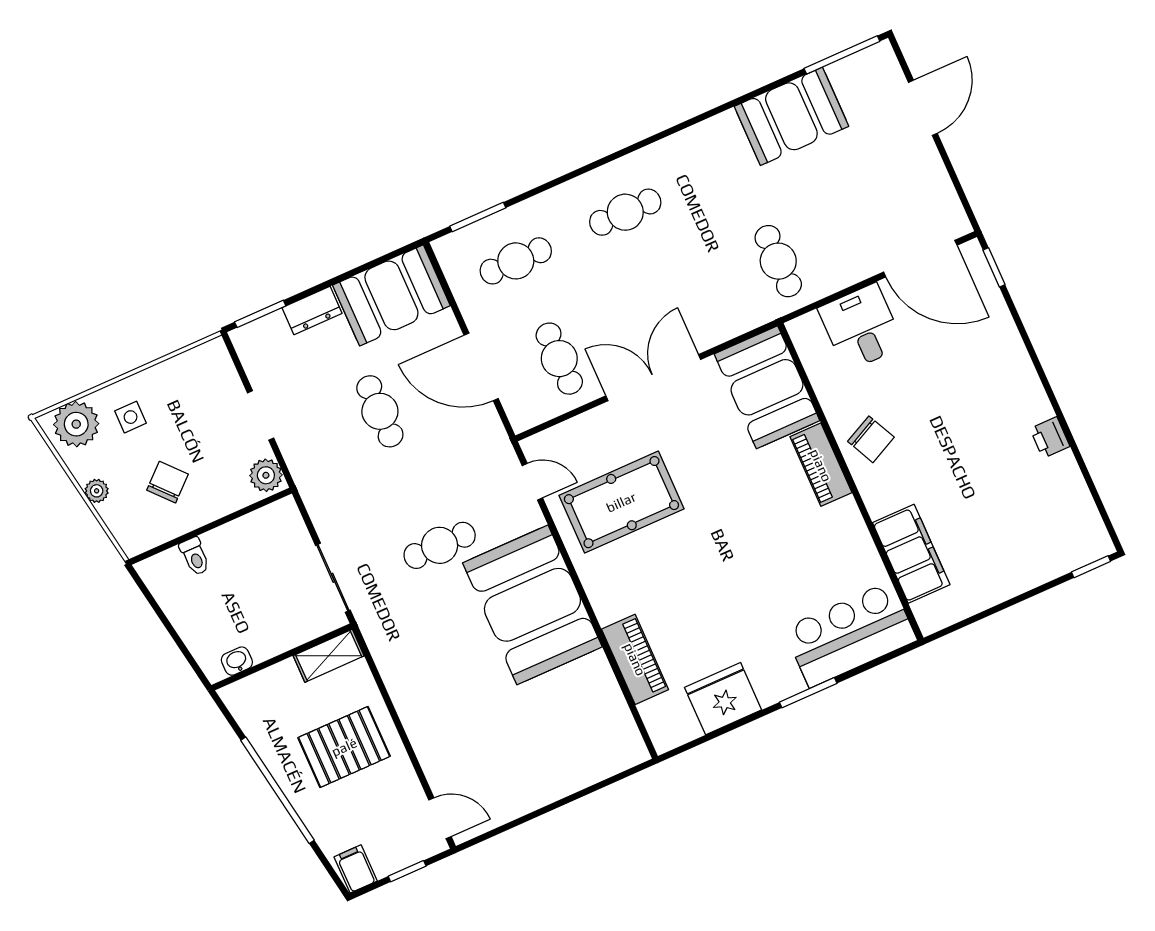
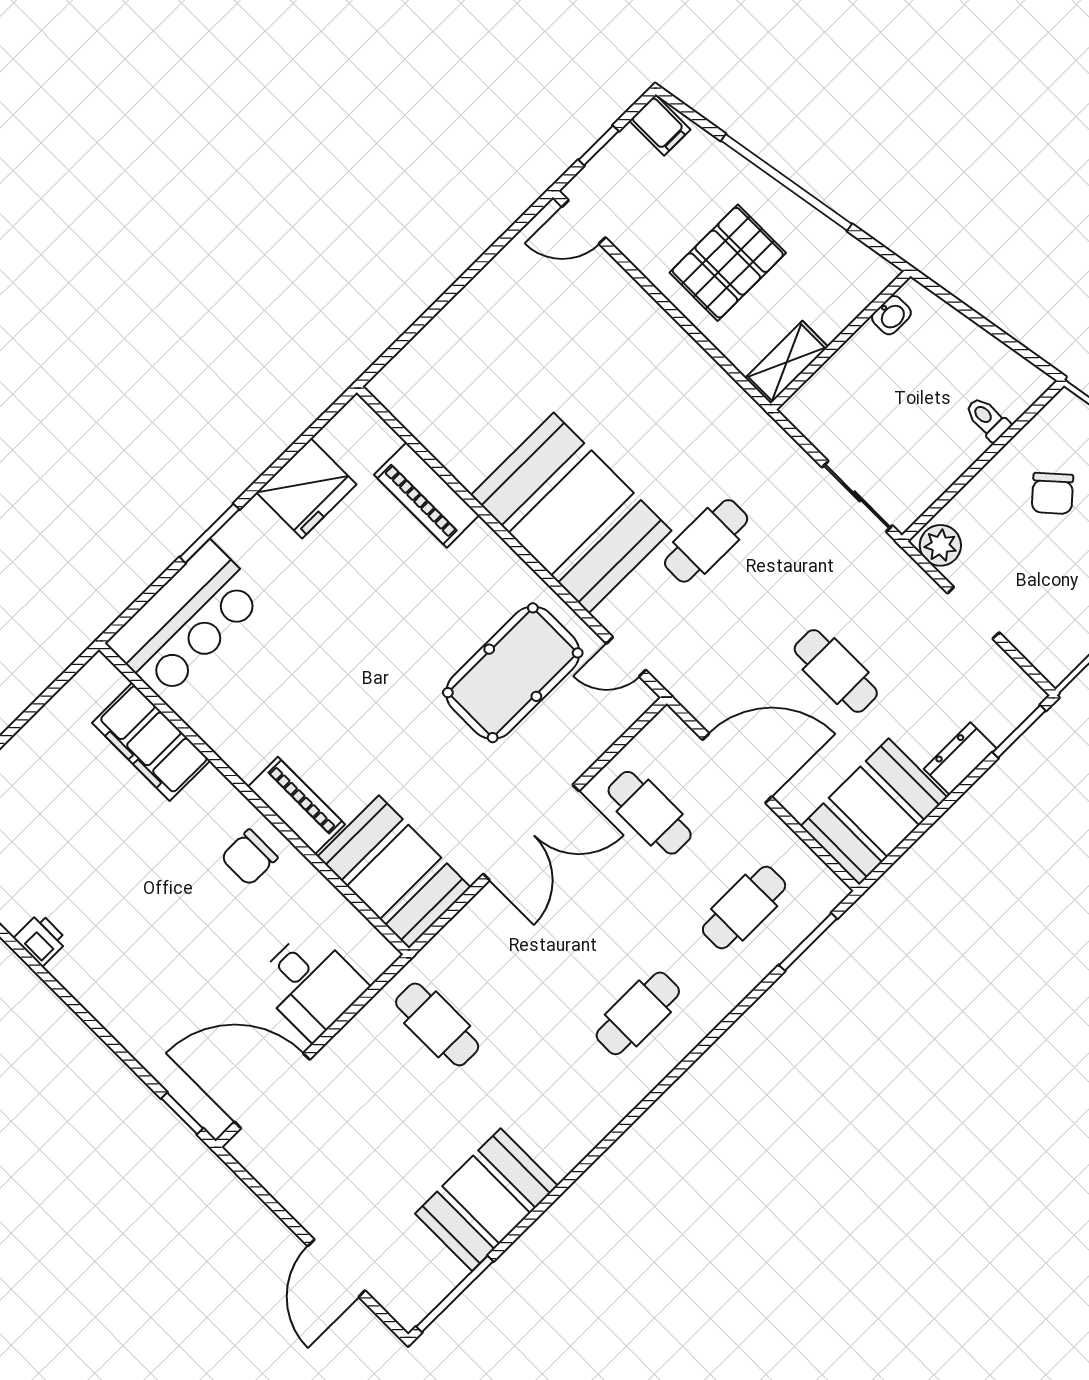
chair: (871, 439) -> (249, 857), turned -64
sliding door: (333, 578) -> (857, 496), moved

